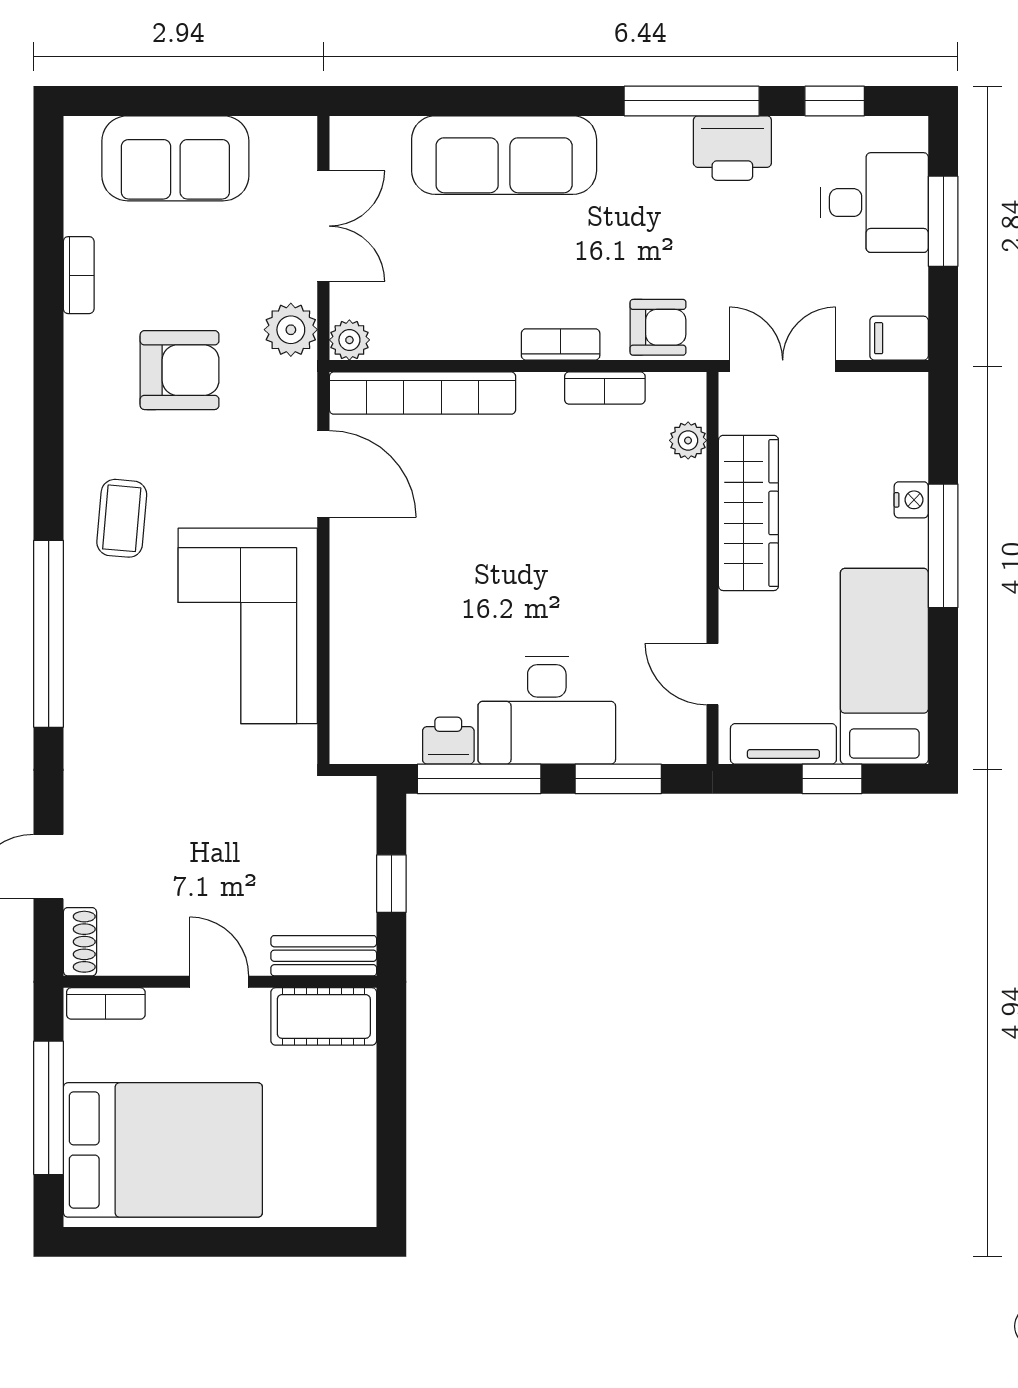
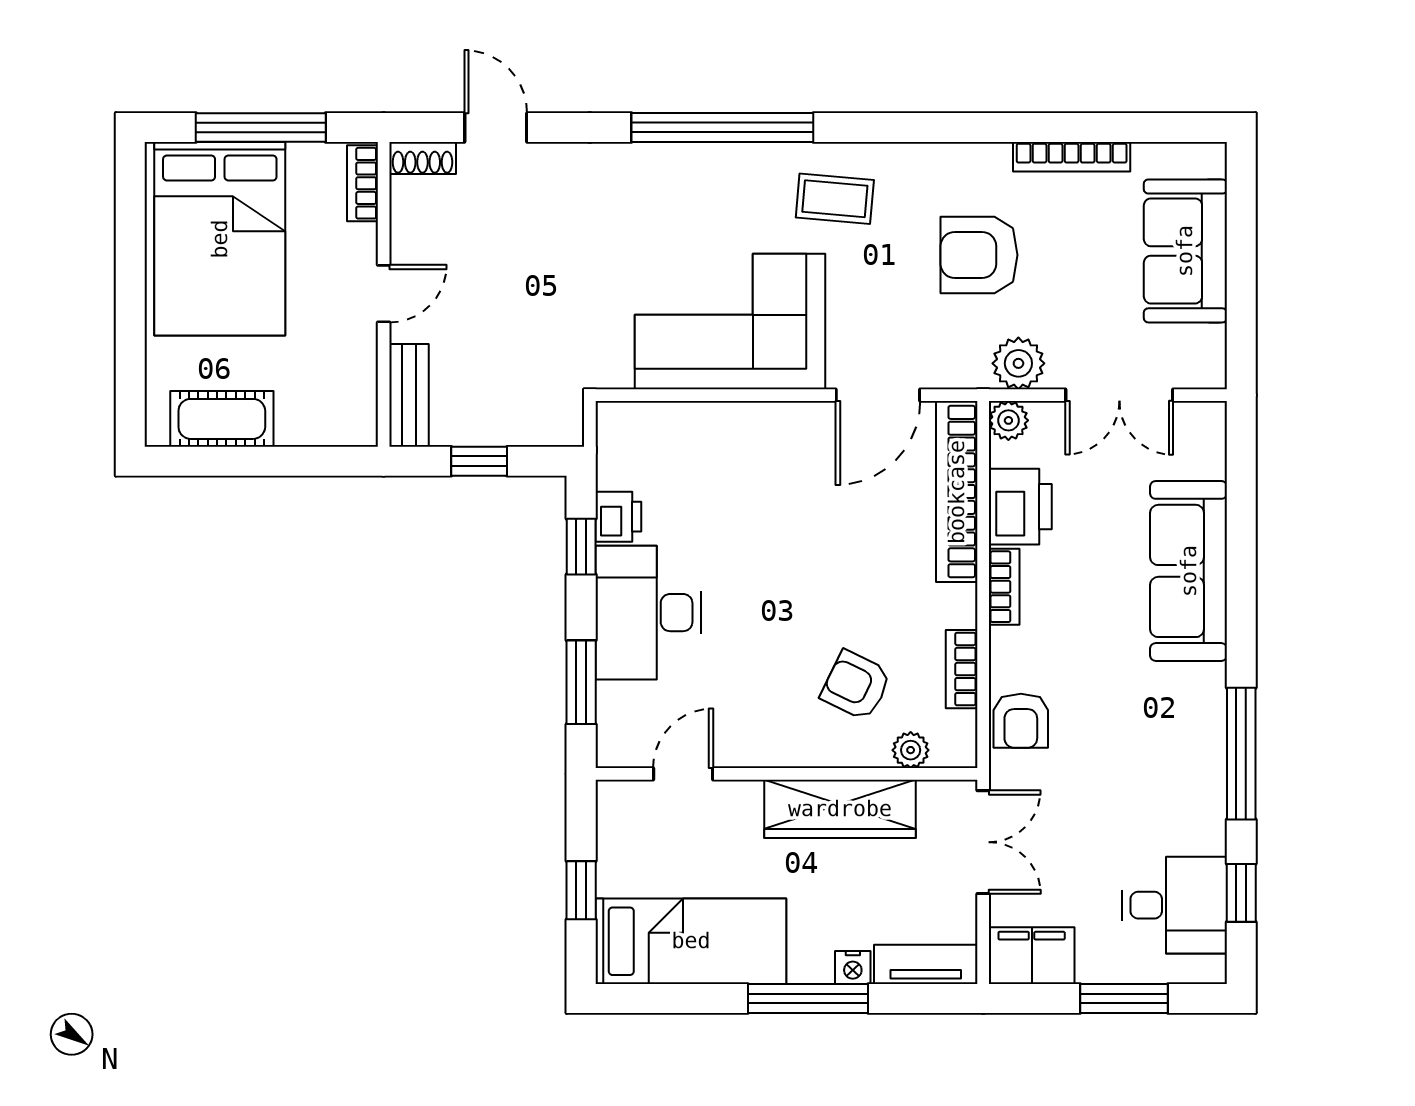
printer: (732, 148) -> (1020, 507), moved, turned 180
desk: (875, 203) -> (1174, 905), moved, turned -90
bookcase: (79, 275) -> (1072, 157), width x1.56
filing cabinet: (899, 338) -> (1032, 956), width x2.00
bookcase: (561, 344) -> (1004, 587), moved
armchair: (180, 370) -> (979, 255), turned 90
armchair: (622, 497) -> (856, 685), added
tv unit: (783, 744) -> (926, 964), moved, turned -90
window: (479, 779) -> (581, 547), width x0.46
cot: (324, 1016) -> (222, 419), moved, turned 90

